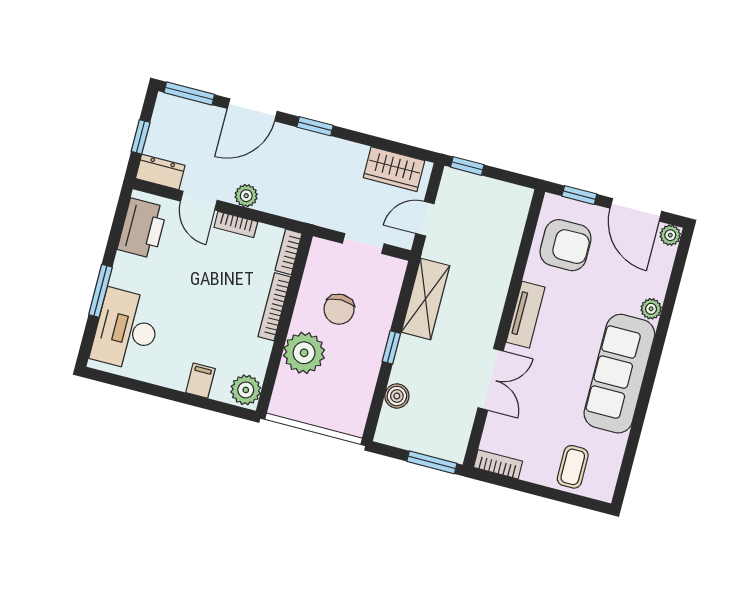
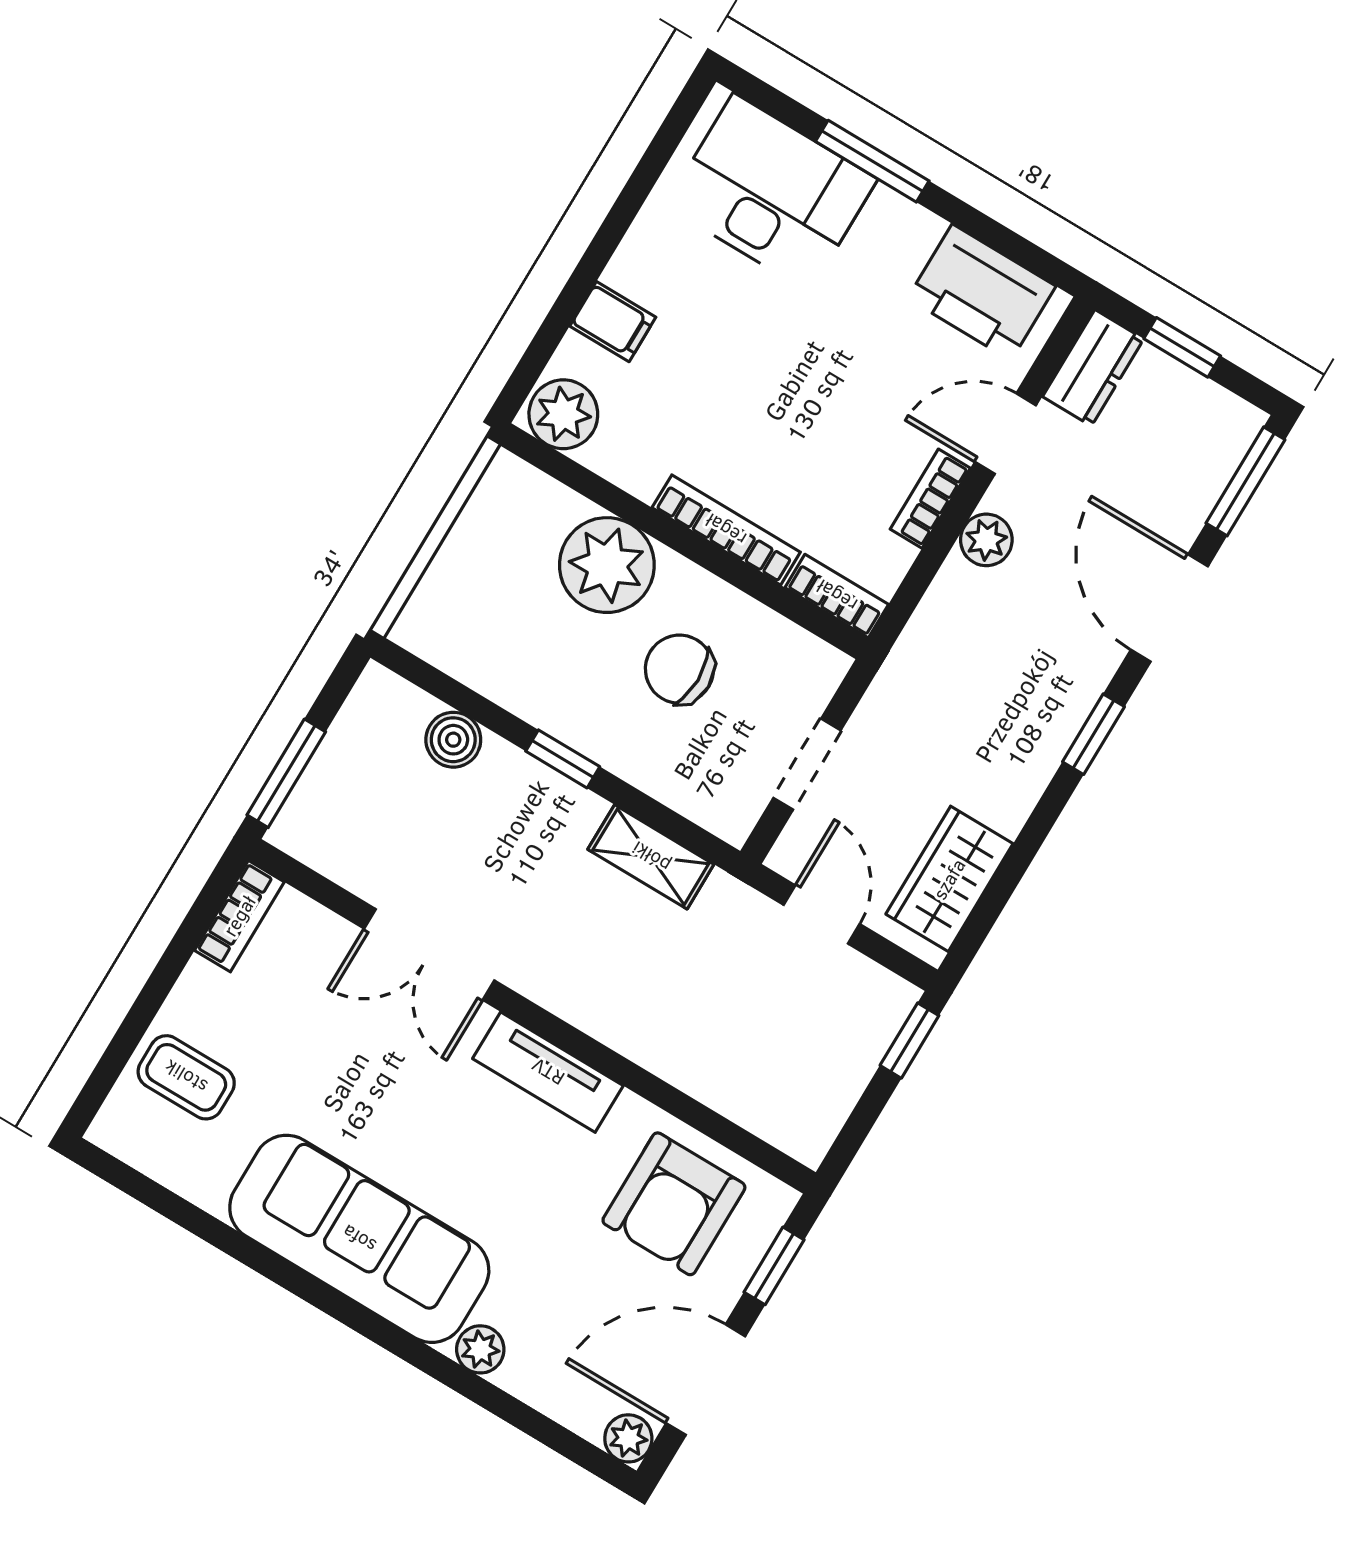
shelving: (426, 299) -> (651, 857), width x0.67, depth x0.75

